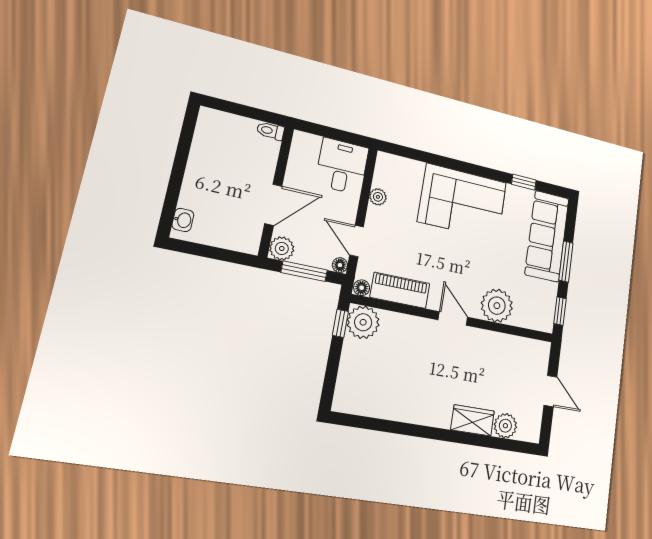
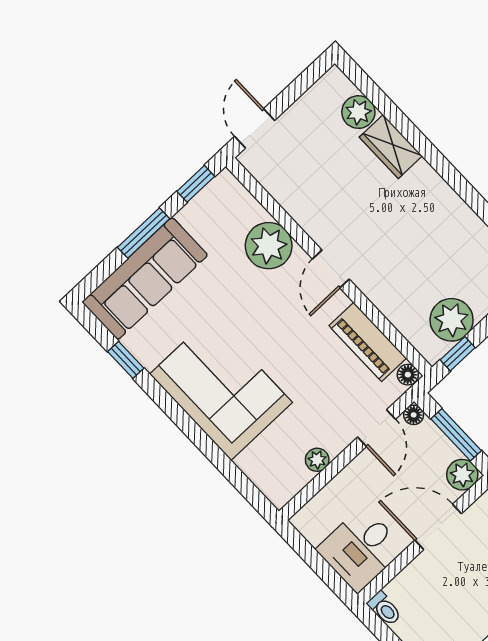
desk: (342, 166) -> (360, 549), moved
plant: (363, 322) -> (452, 320), moved
door: (550, 391) -> (255, 128), moved

